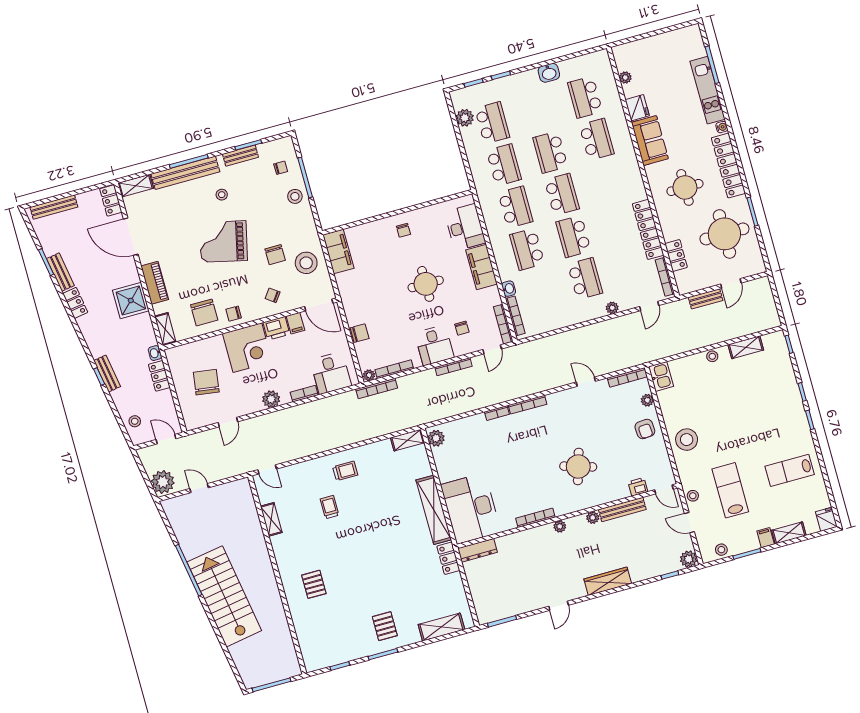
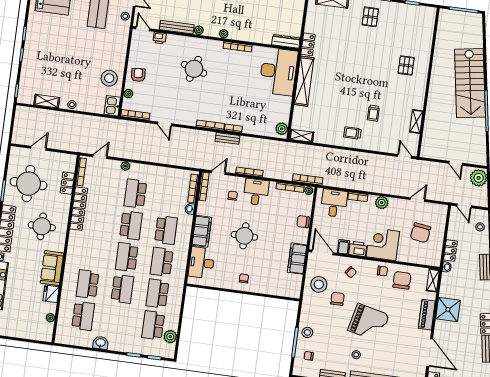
filing cabinet: (338, 251) -> (297, 259), moved
bench: (706, 299) -> (228, 138), moved
stool: (687, 440) -> (109, 78), moved

